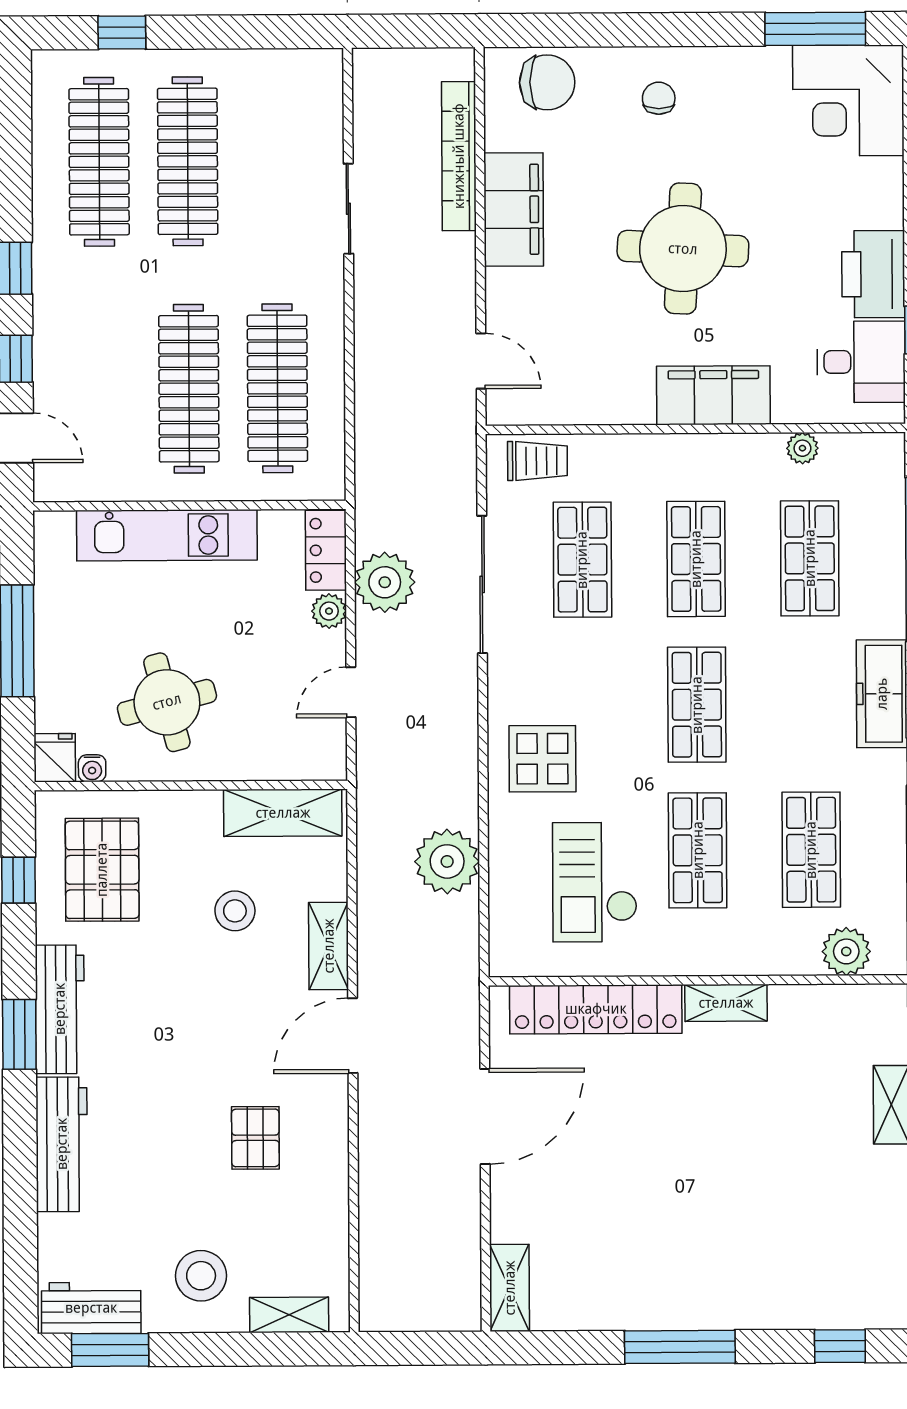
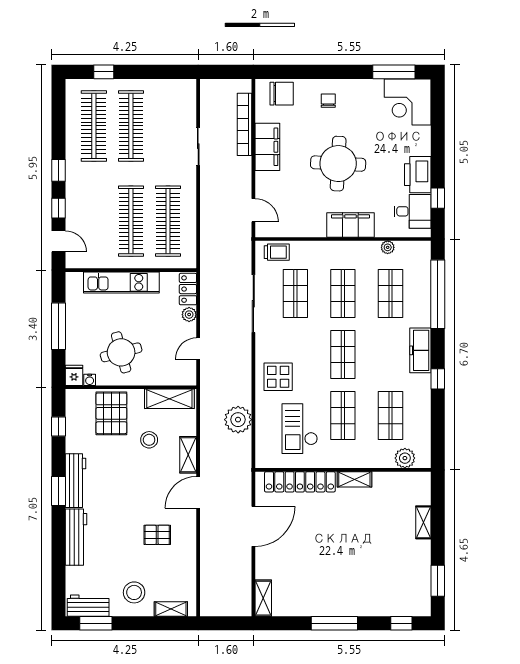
plant: (385, 582) -> (213, 303), removed
pallet: (102, 870) -> (111, 413), moved
pallet: (255, 1138) -> (157, 535), turned 90

